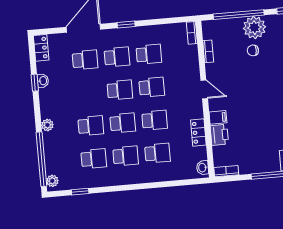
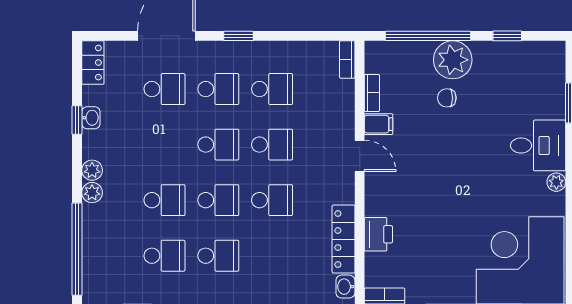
filing cabinet: (218, 117) -> (378, 124), moved
locker: (198, 133) -> (344, 239), width x1.53
school desk: (157, 153) -> (272, 256), removed
plant: (52, 181) -> (92, 170), moved

